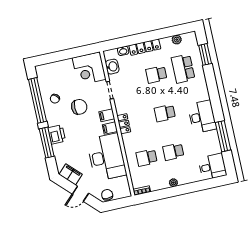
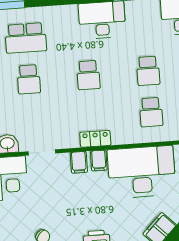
chair: (79, 107) -> (60, 202), removed

